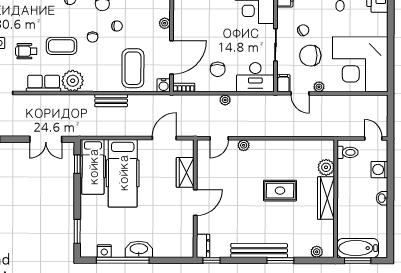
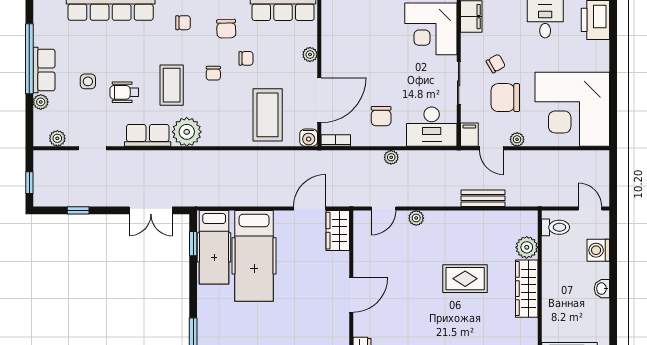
coffee table: (61, 46) -> (172, 85), turned 90
bench: (111, 101) -> (483, 198), moved
wardrobe: (185, 172) -> (338, 231), moved

